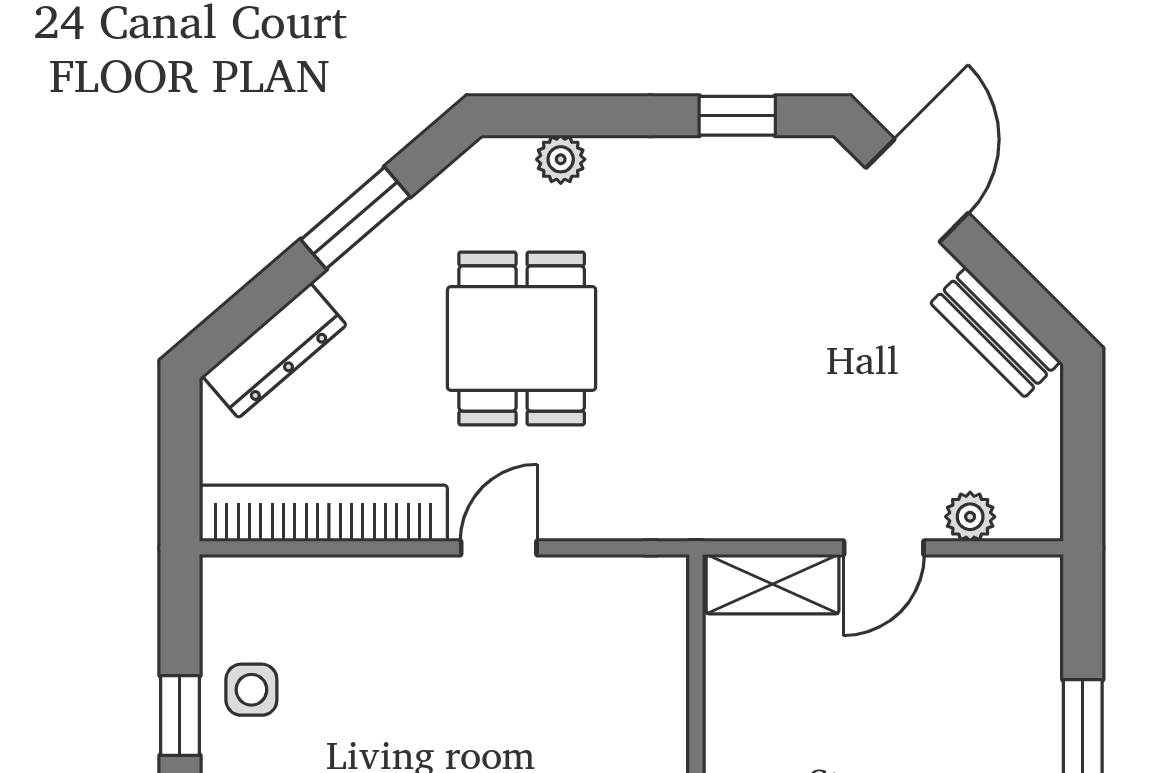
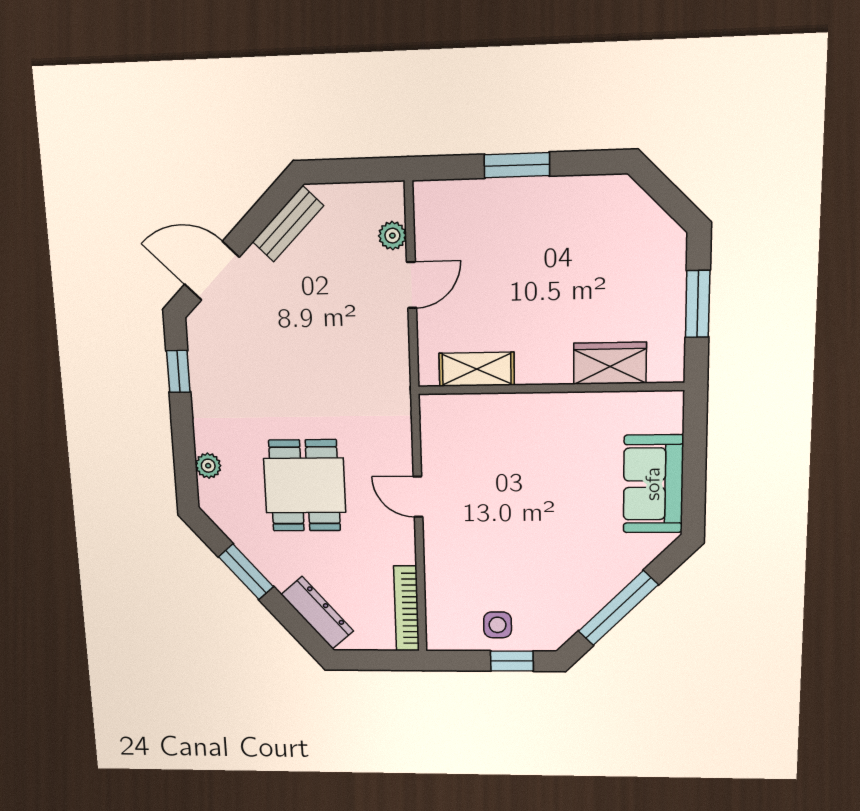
dining table: (522, 338) -> (305, 486), turned 90
bookcase: (323, 513) -> (407, 609), width x0.68, depth x0.76
door: (884, 548) -> (412, 285), hinge flipped
shelving: (772, 584) -> (477, 369), moved, turned 90

